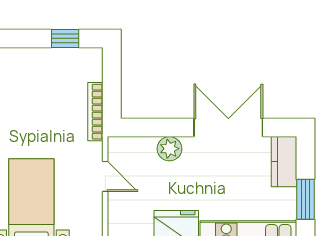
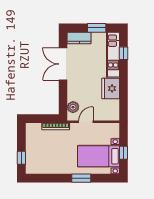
window: (65, 38) -> (21, 158), moved
plant: (169, 149) -> (73, 107), moved

